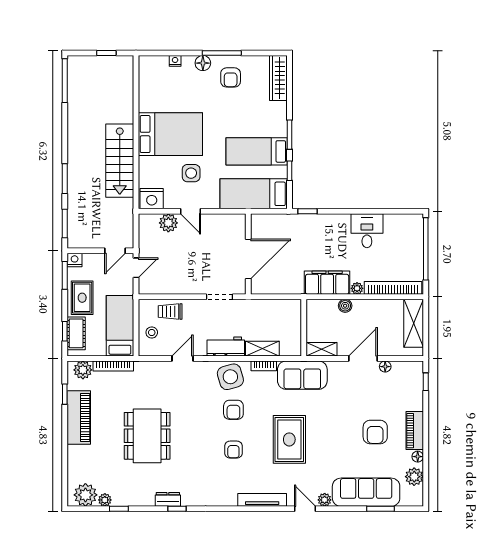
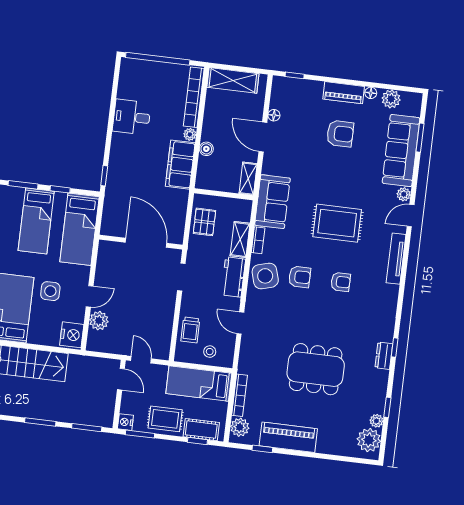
pallet: (275, 312) -> (204, 222), added

